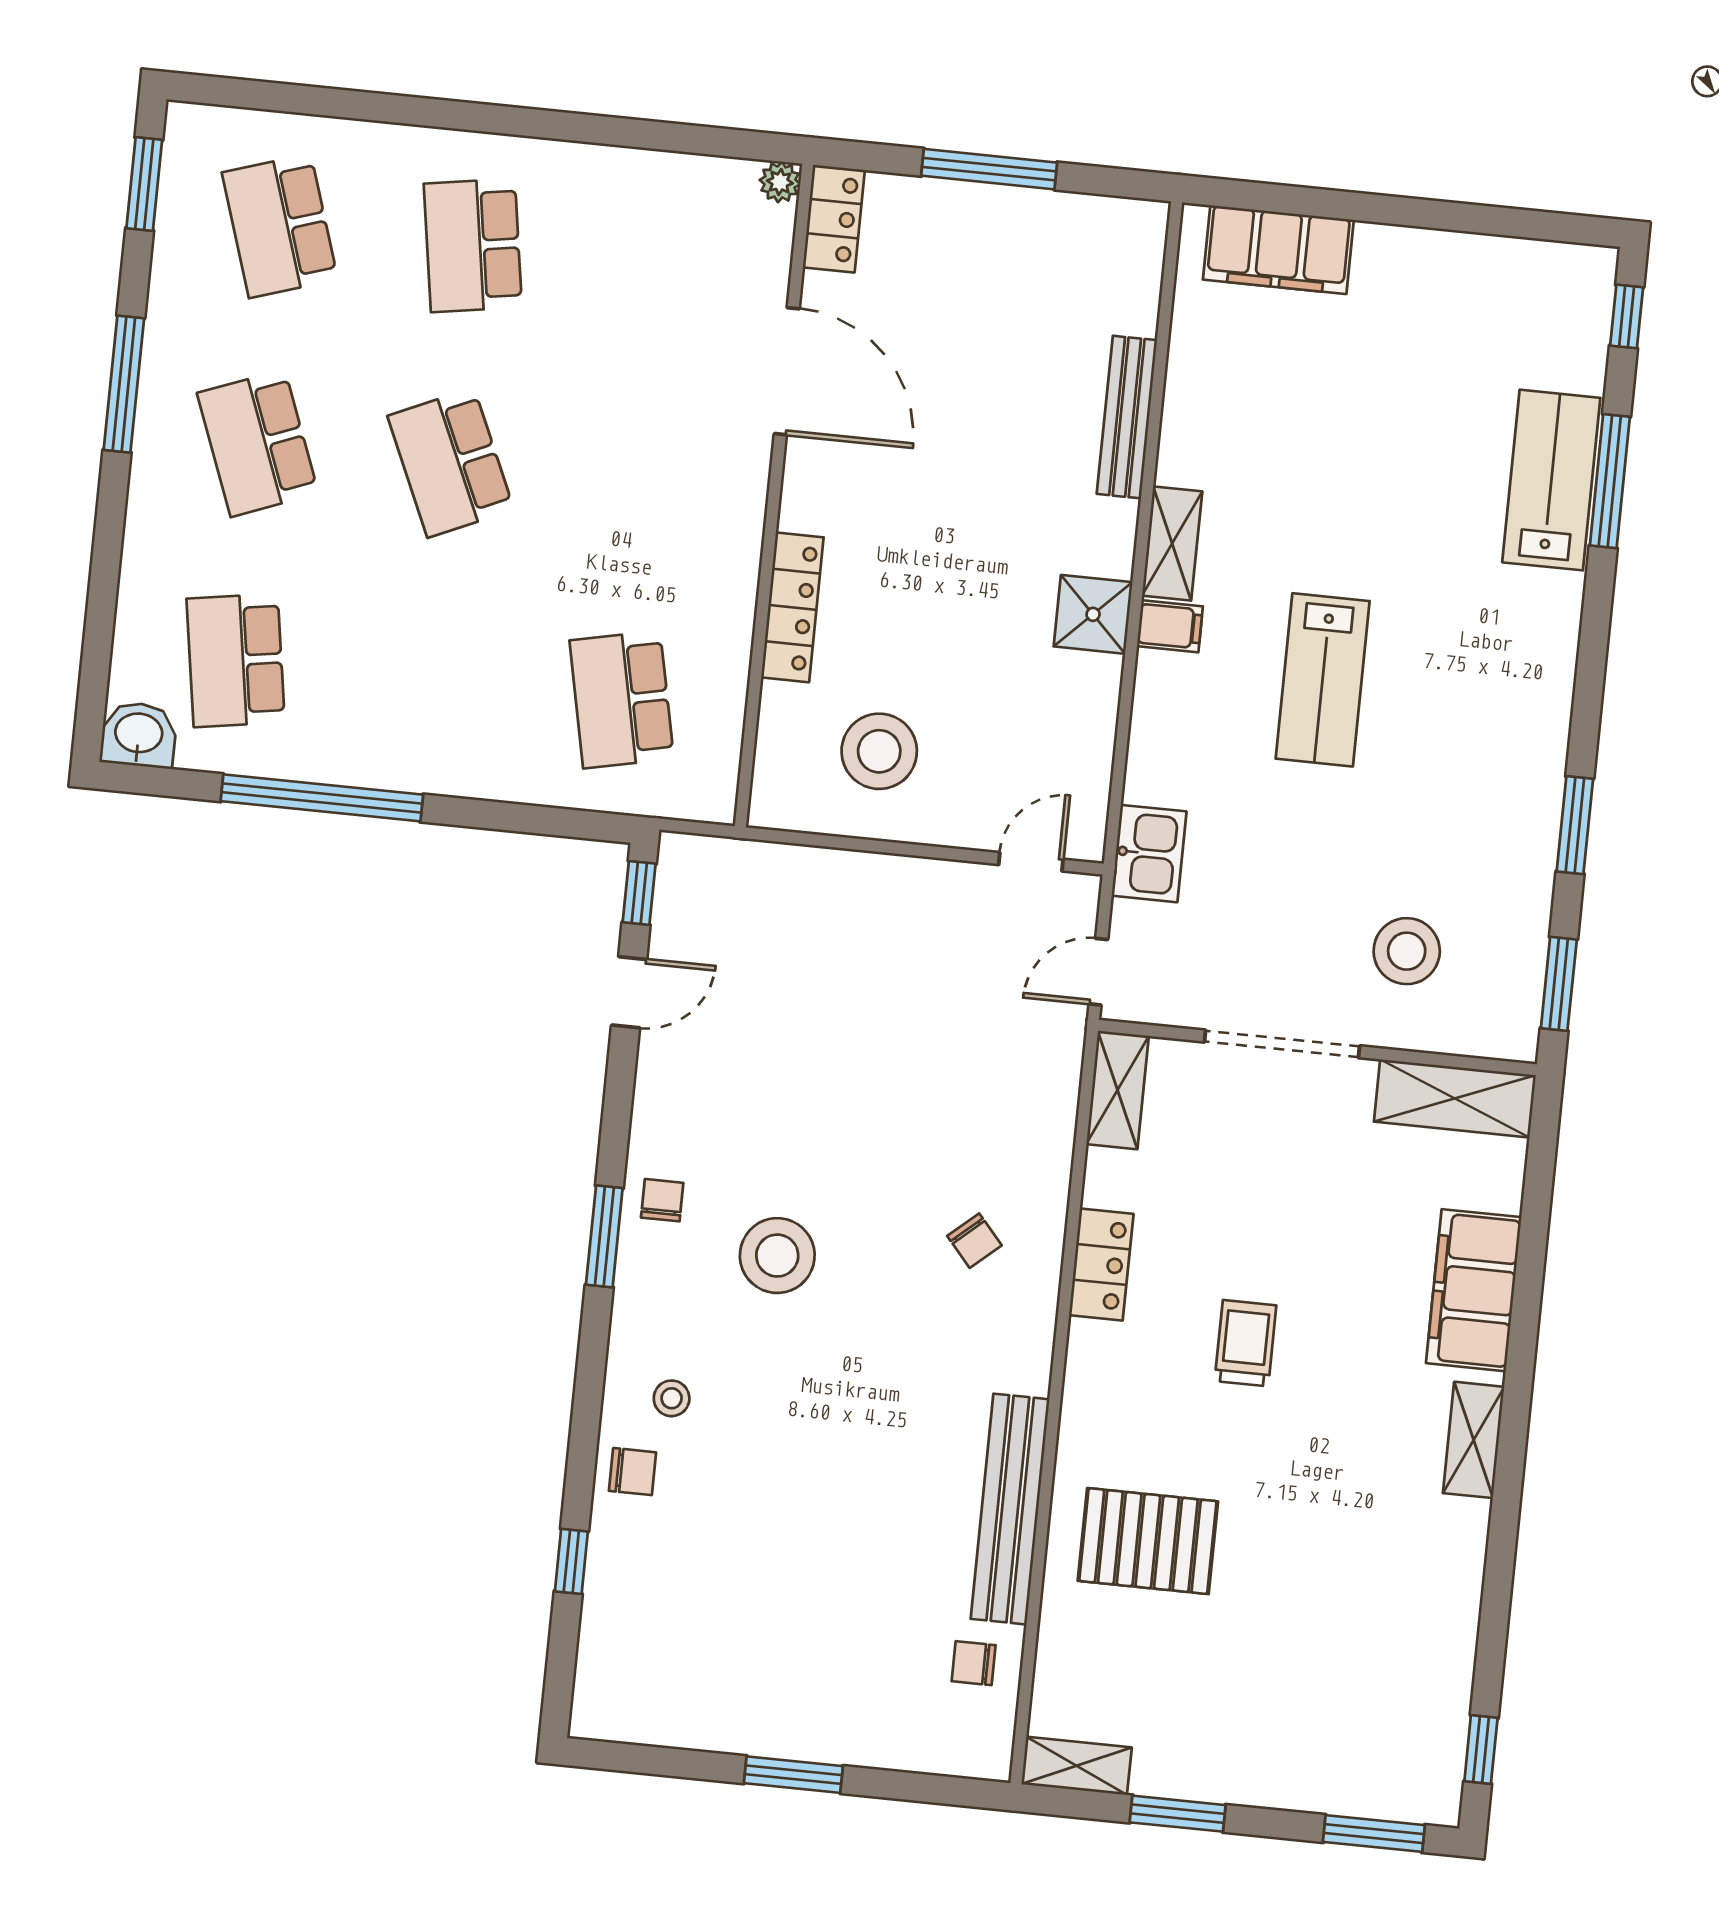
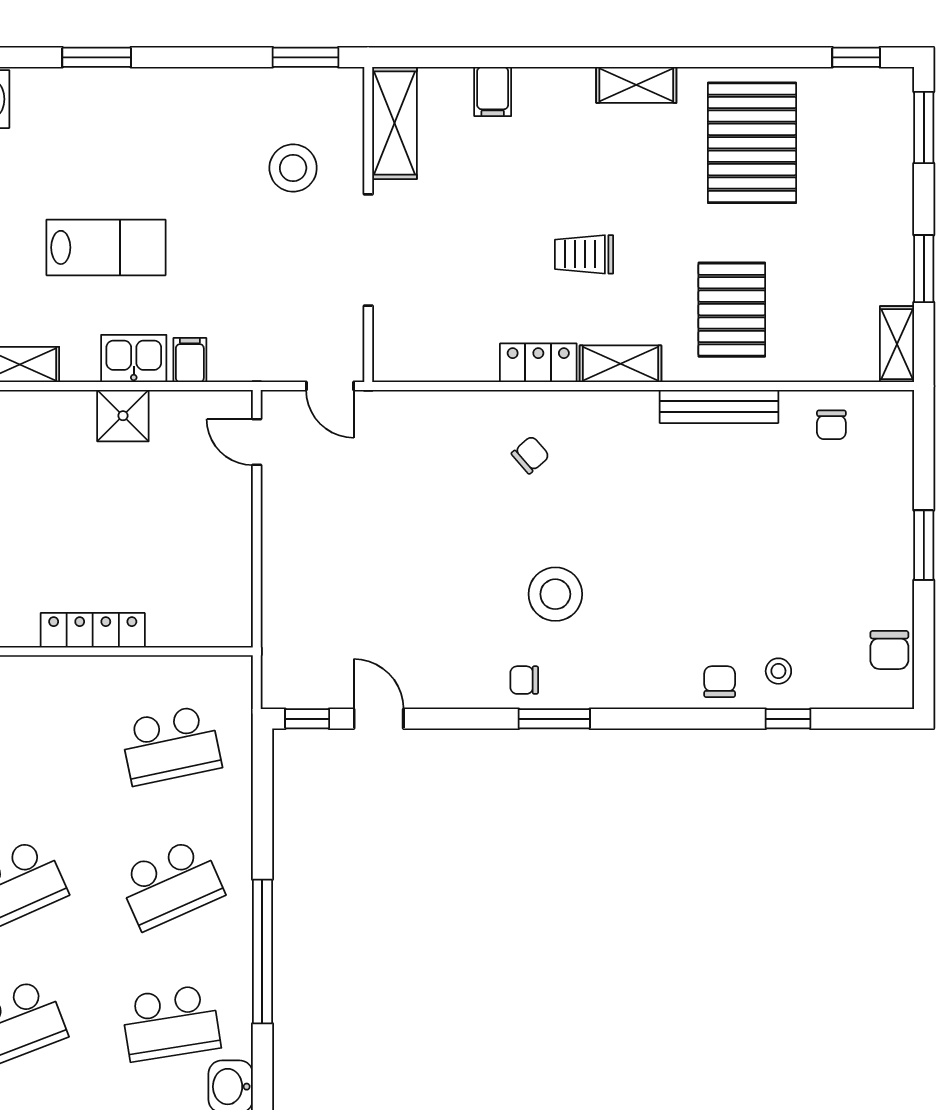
shower: (1093, 614) -> (123, 416), moved
filing cabinet: (1170, 626) -> (190, 360), moved
school desk: (429, 680) -> (171, 884), added
stool: (879, 751) -> (189, 558), removed
window: (1575, 825) -> (97, 57), moved
kitchen sink: (1149, 854) -> (134, 359), moved
shelving: (1117, 1090) -> (621, 364), moved
filing cabinet: (1474, 1290) -> (493, 92), width x0.33, depth x0.86
stool: (672, 1398) -> (778, 671), moved
bench: (1010, 1509) -> (719, 407), width x0.73, depth x0.82
pallet: (1377, 1593) -> (752, 143), added
chair: (652, 1712) -> (889, 650), added

